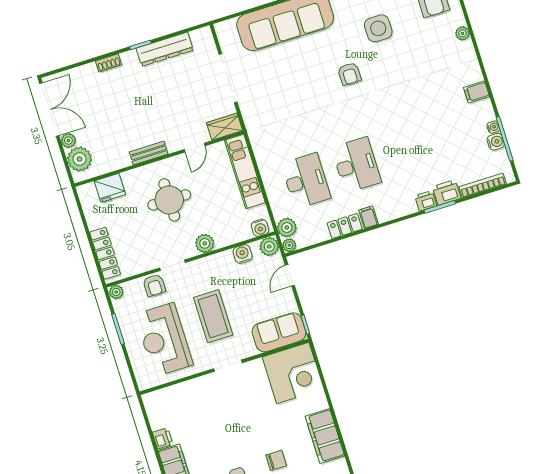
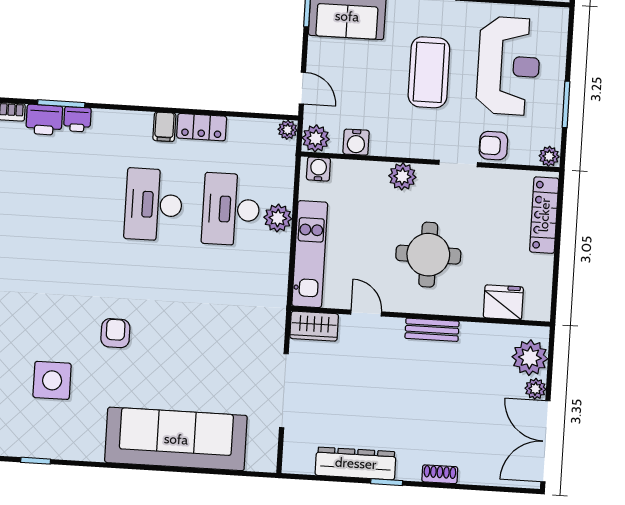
door: (195, 148) -> (366, 313), hinge flipped
plant: (287, 228) -> (278, 218), moved
door: (290, 275) -> (302, 88), hinge flipped
armchair: (154, 285) -> (493, 146), turned -90

